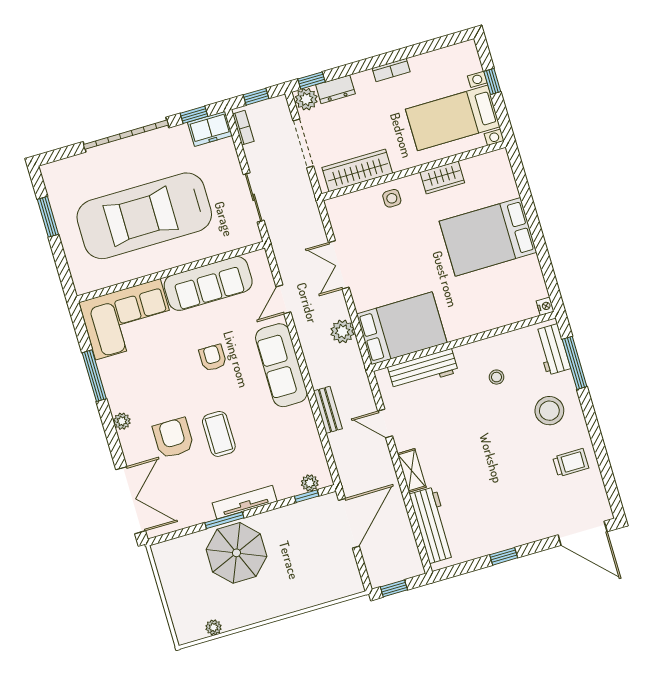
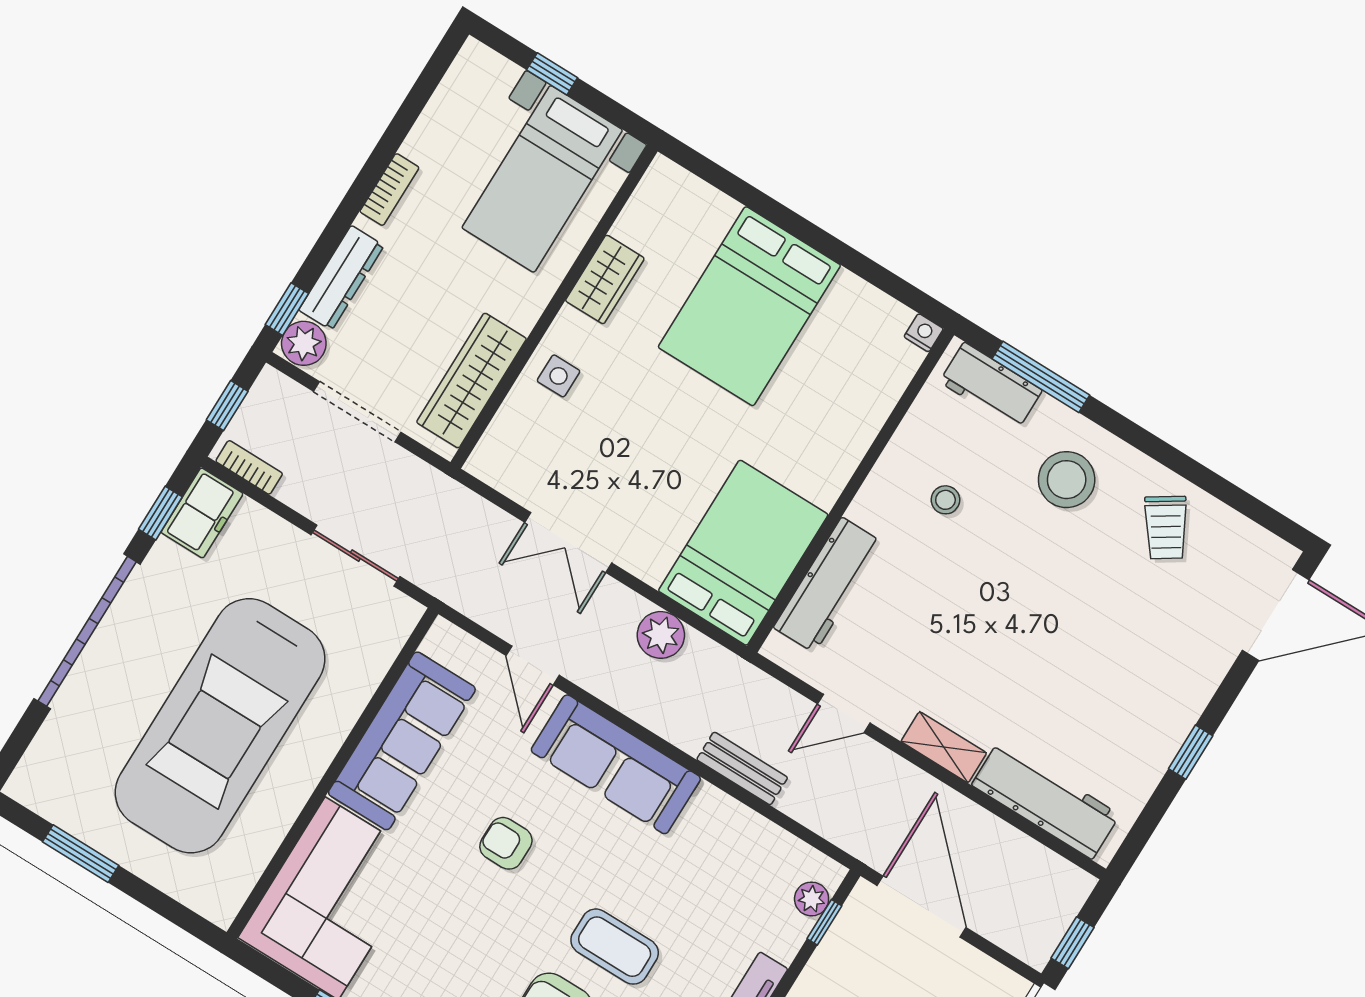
dresser: (335, 89) -> (341, 278), width x1.44
trolley: (571, 463) -> (1166, 527), turned 147

